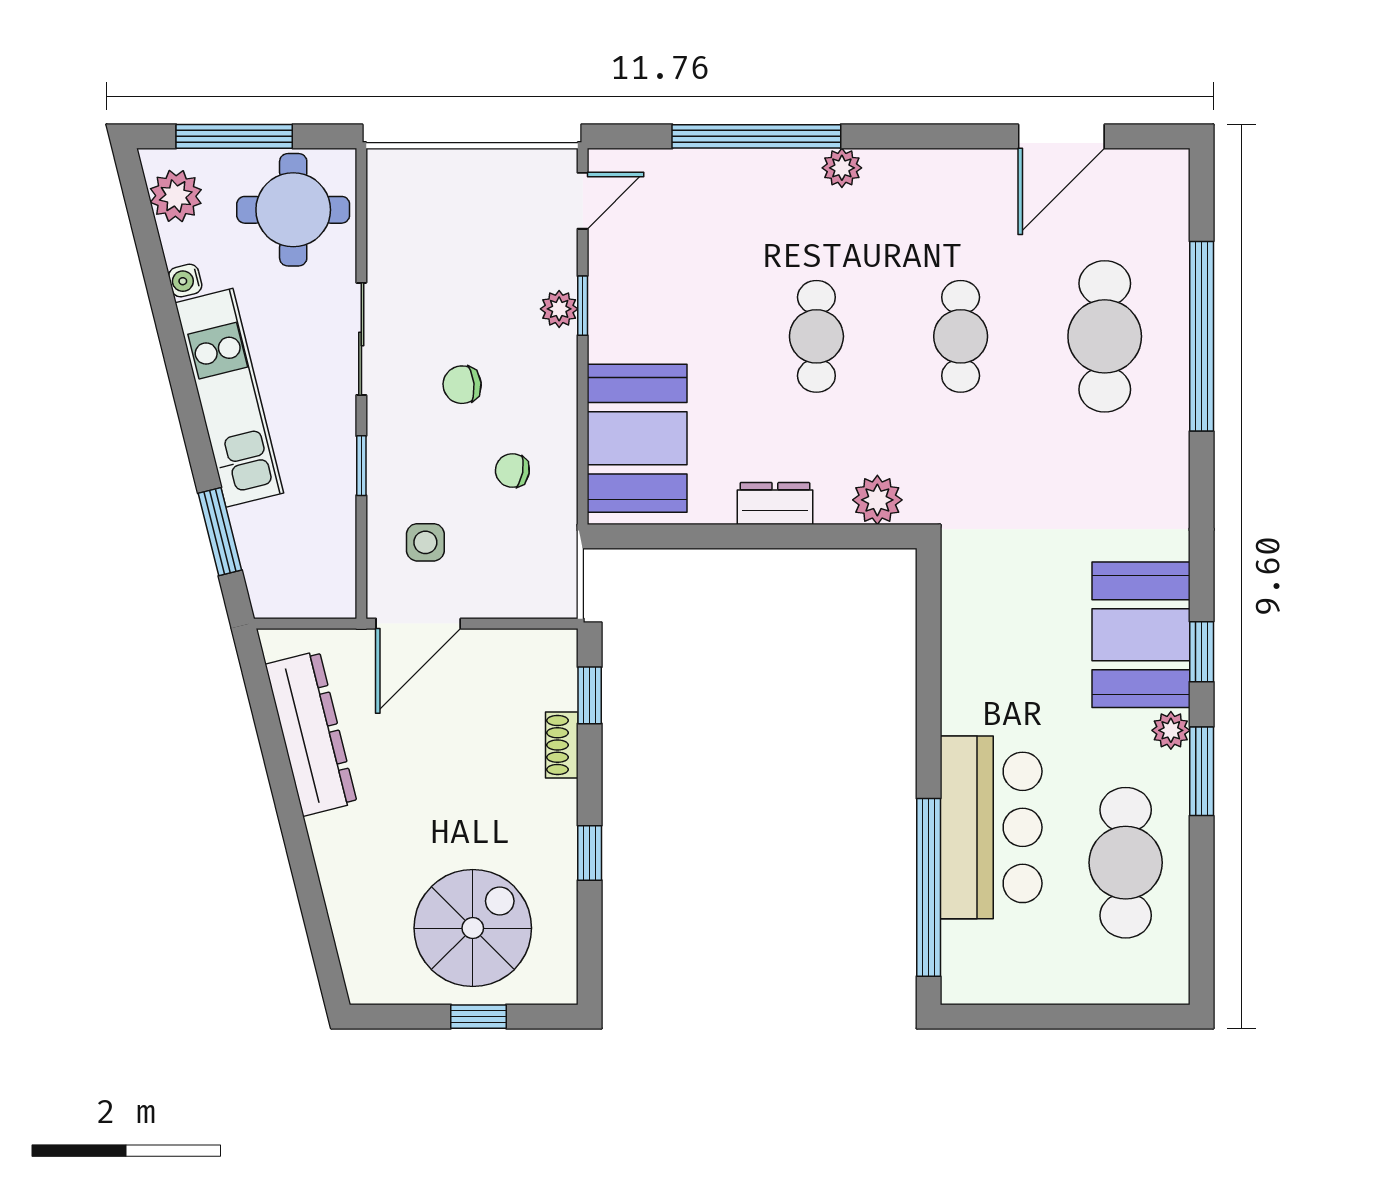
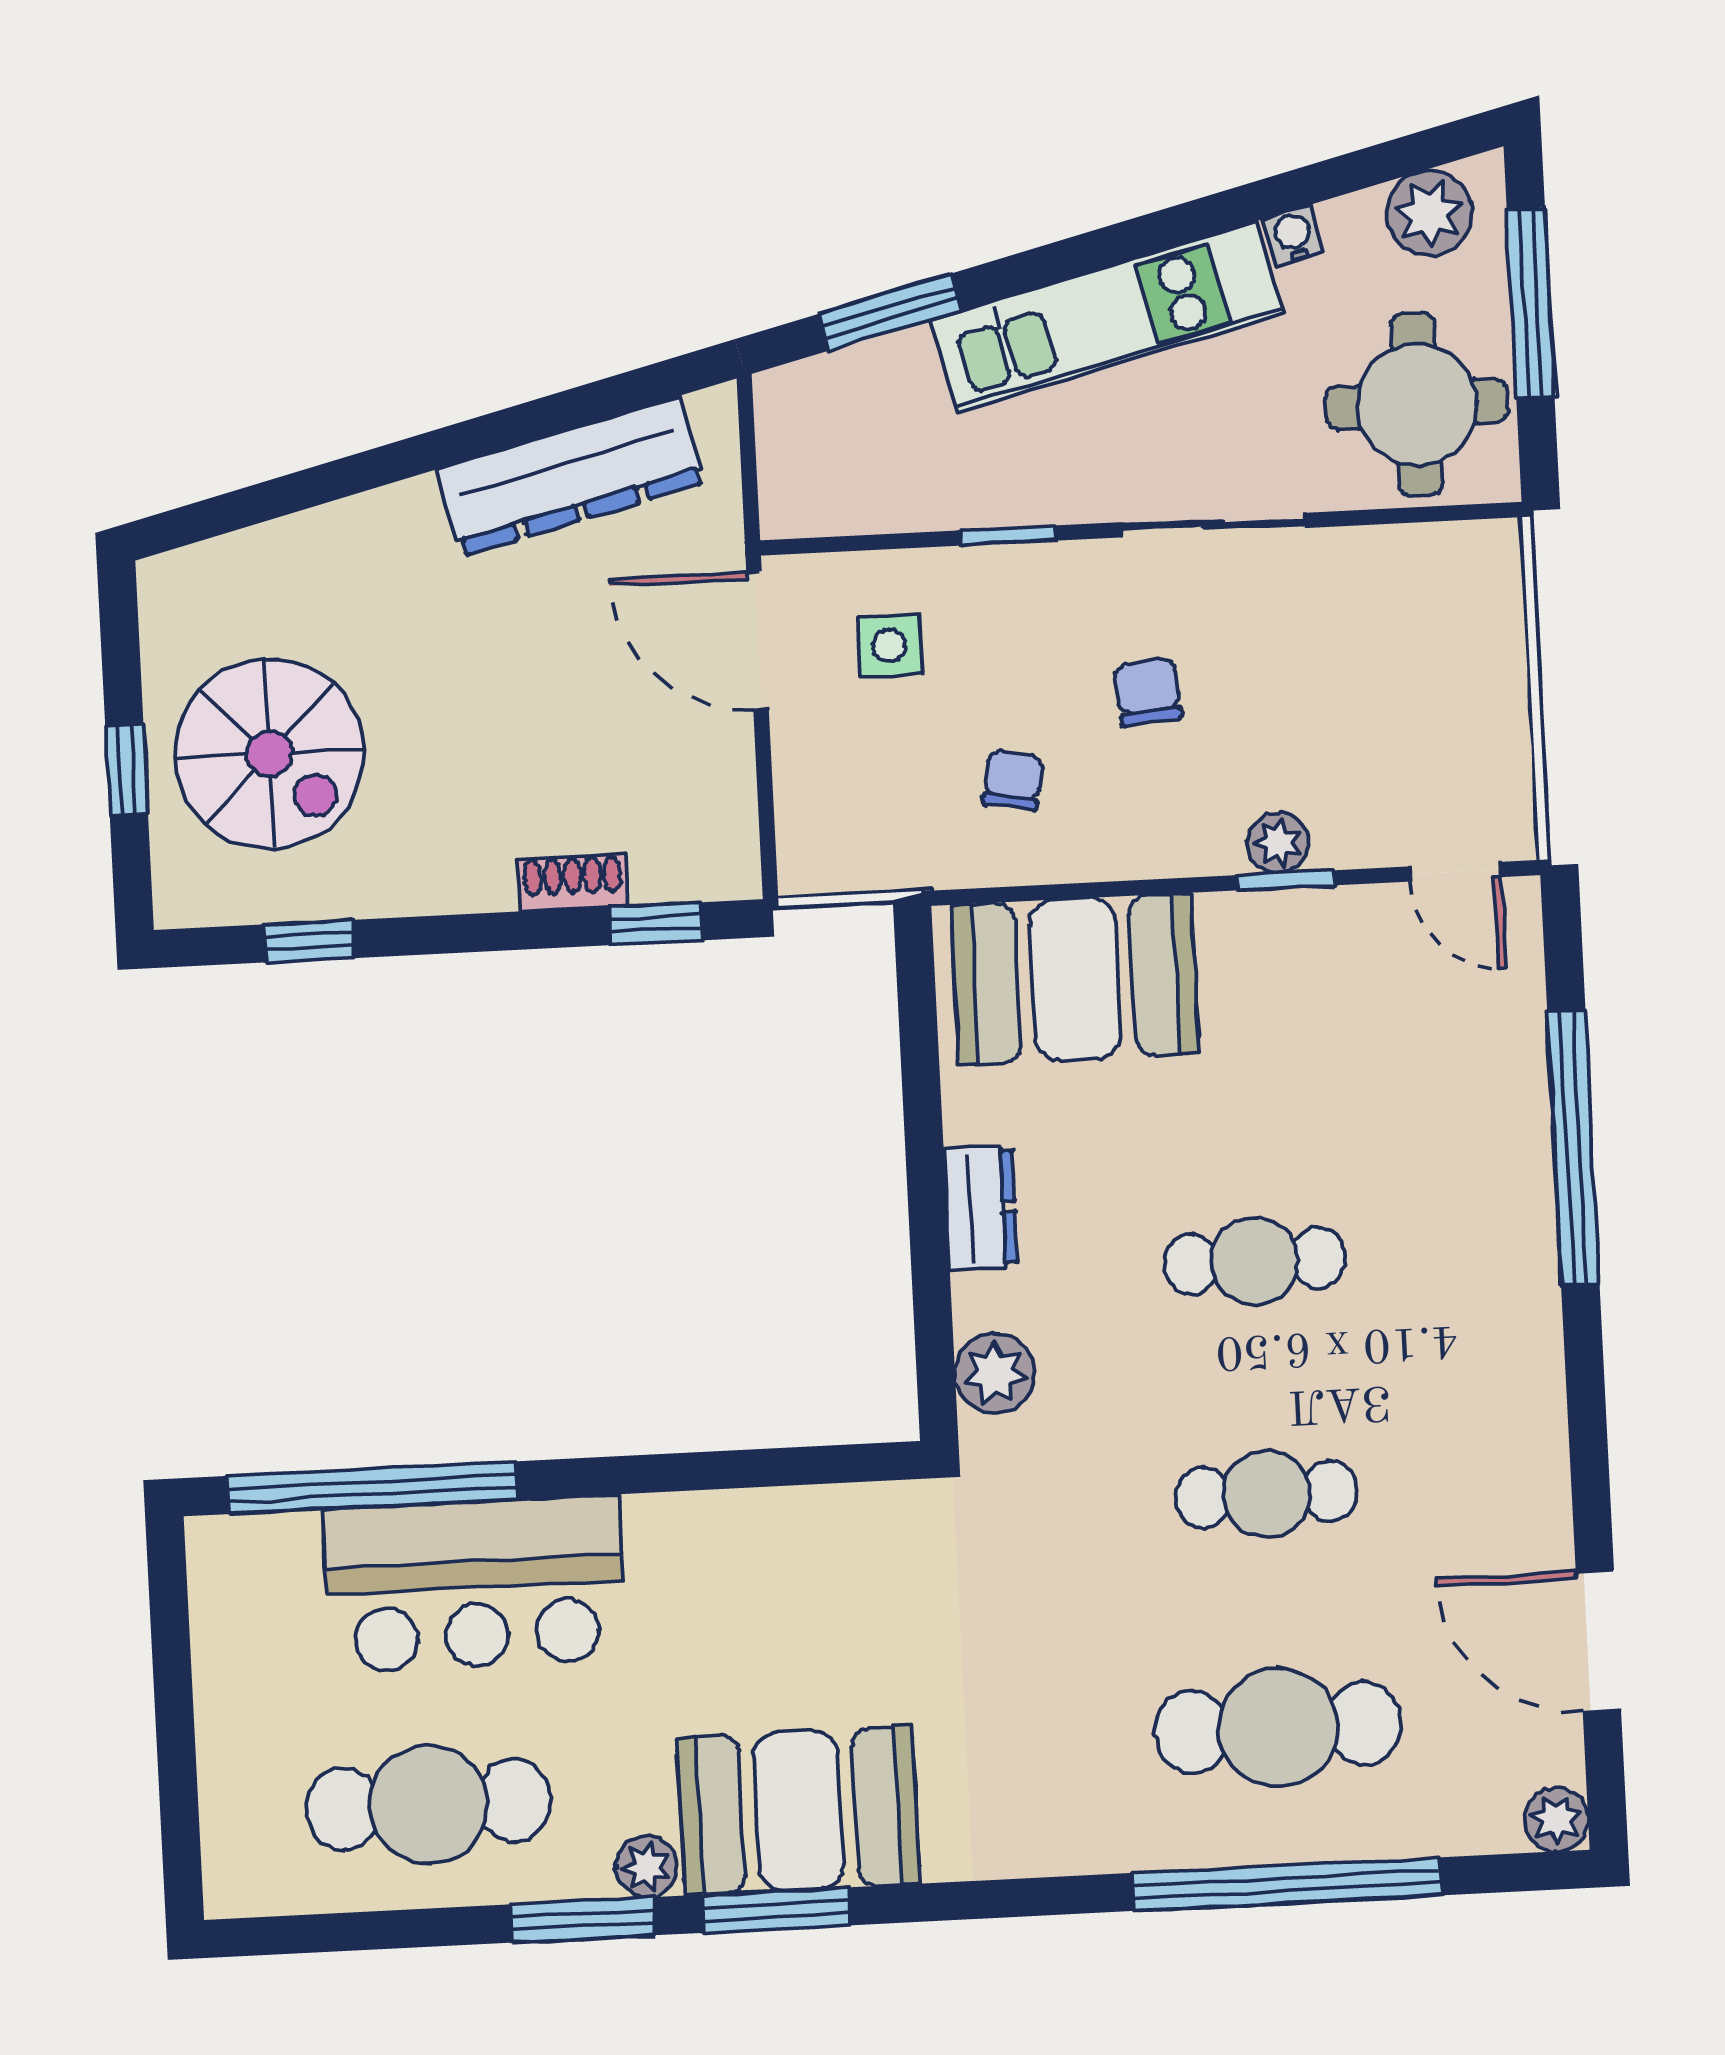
plant: (842, 168) -> (1556, 1819), moved
window: (1202, 652) -> (776, 1910), width x1.50
window: (590, 853) -> (309, 941), moved

